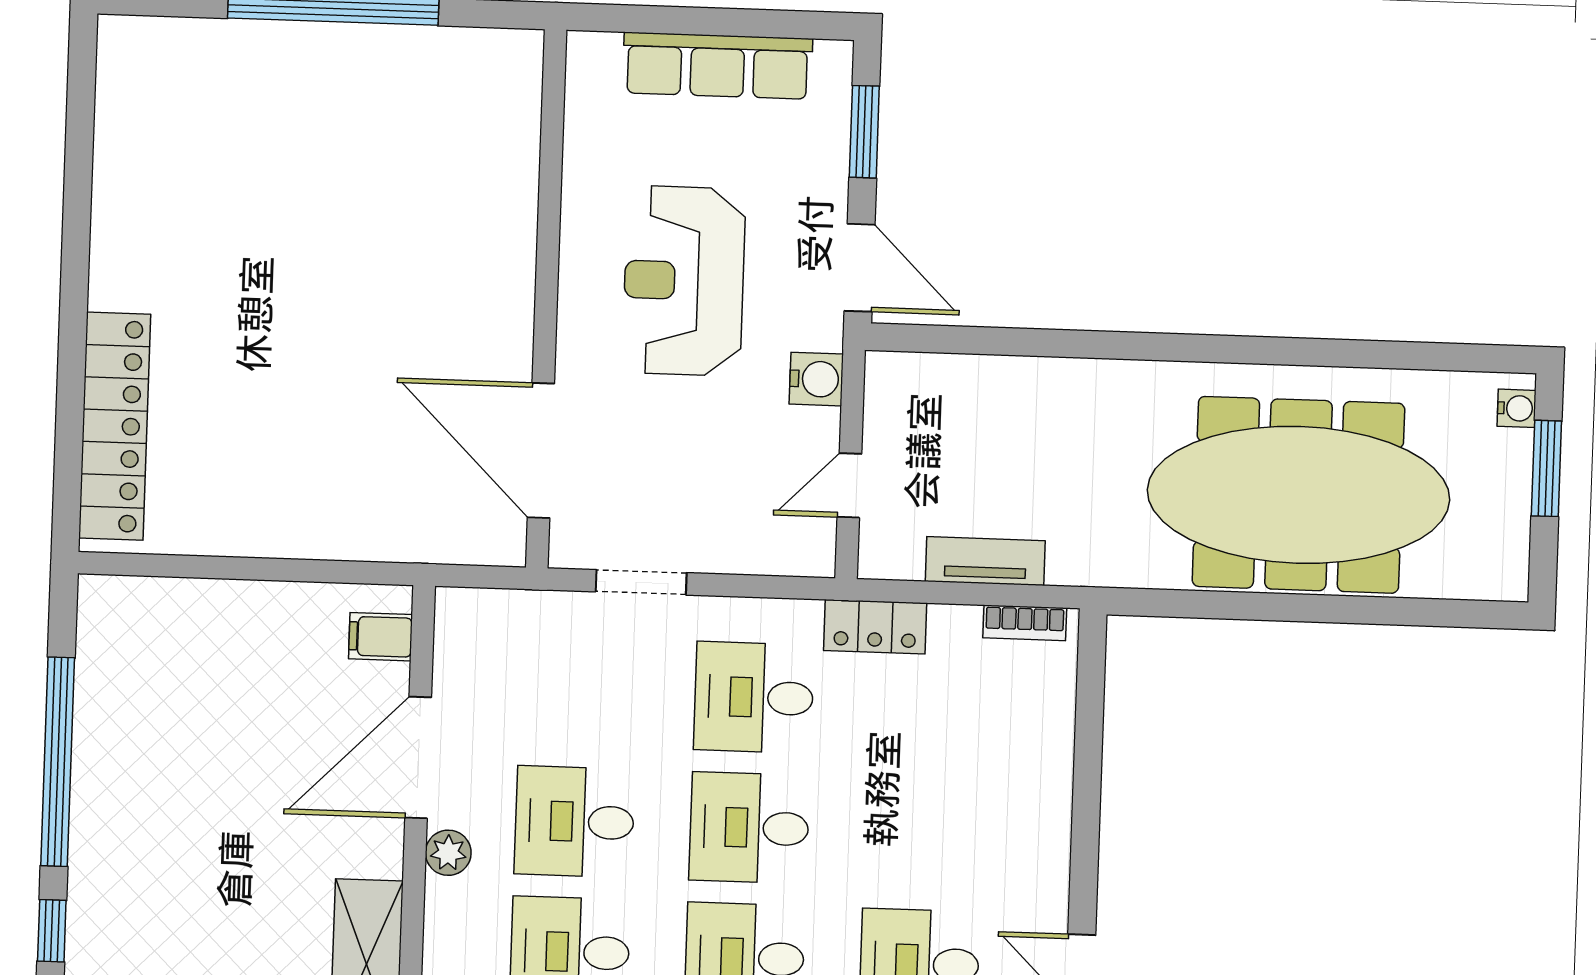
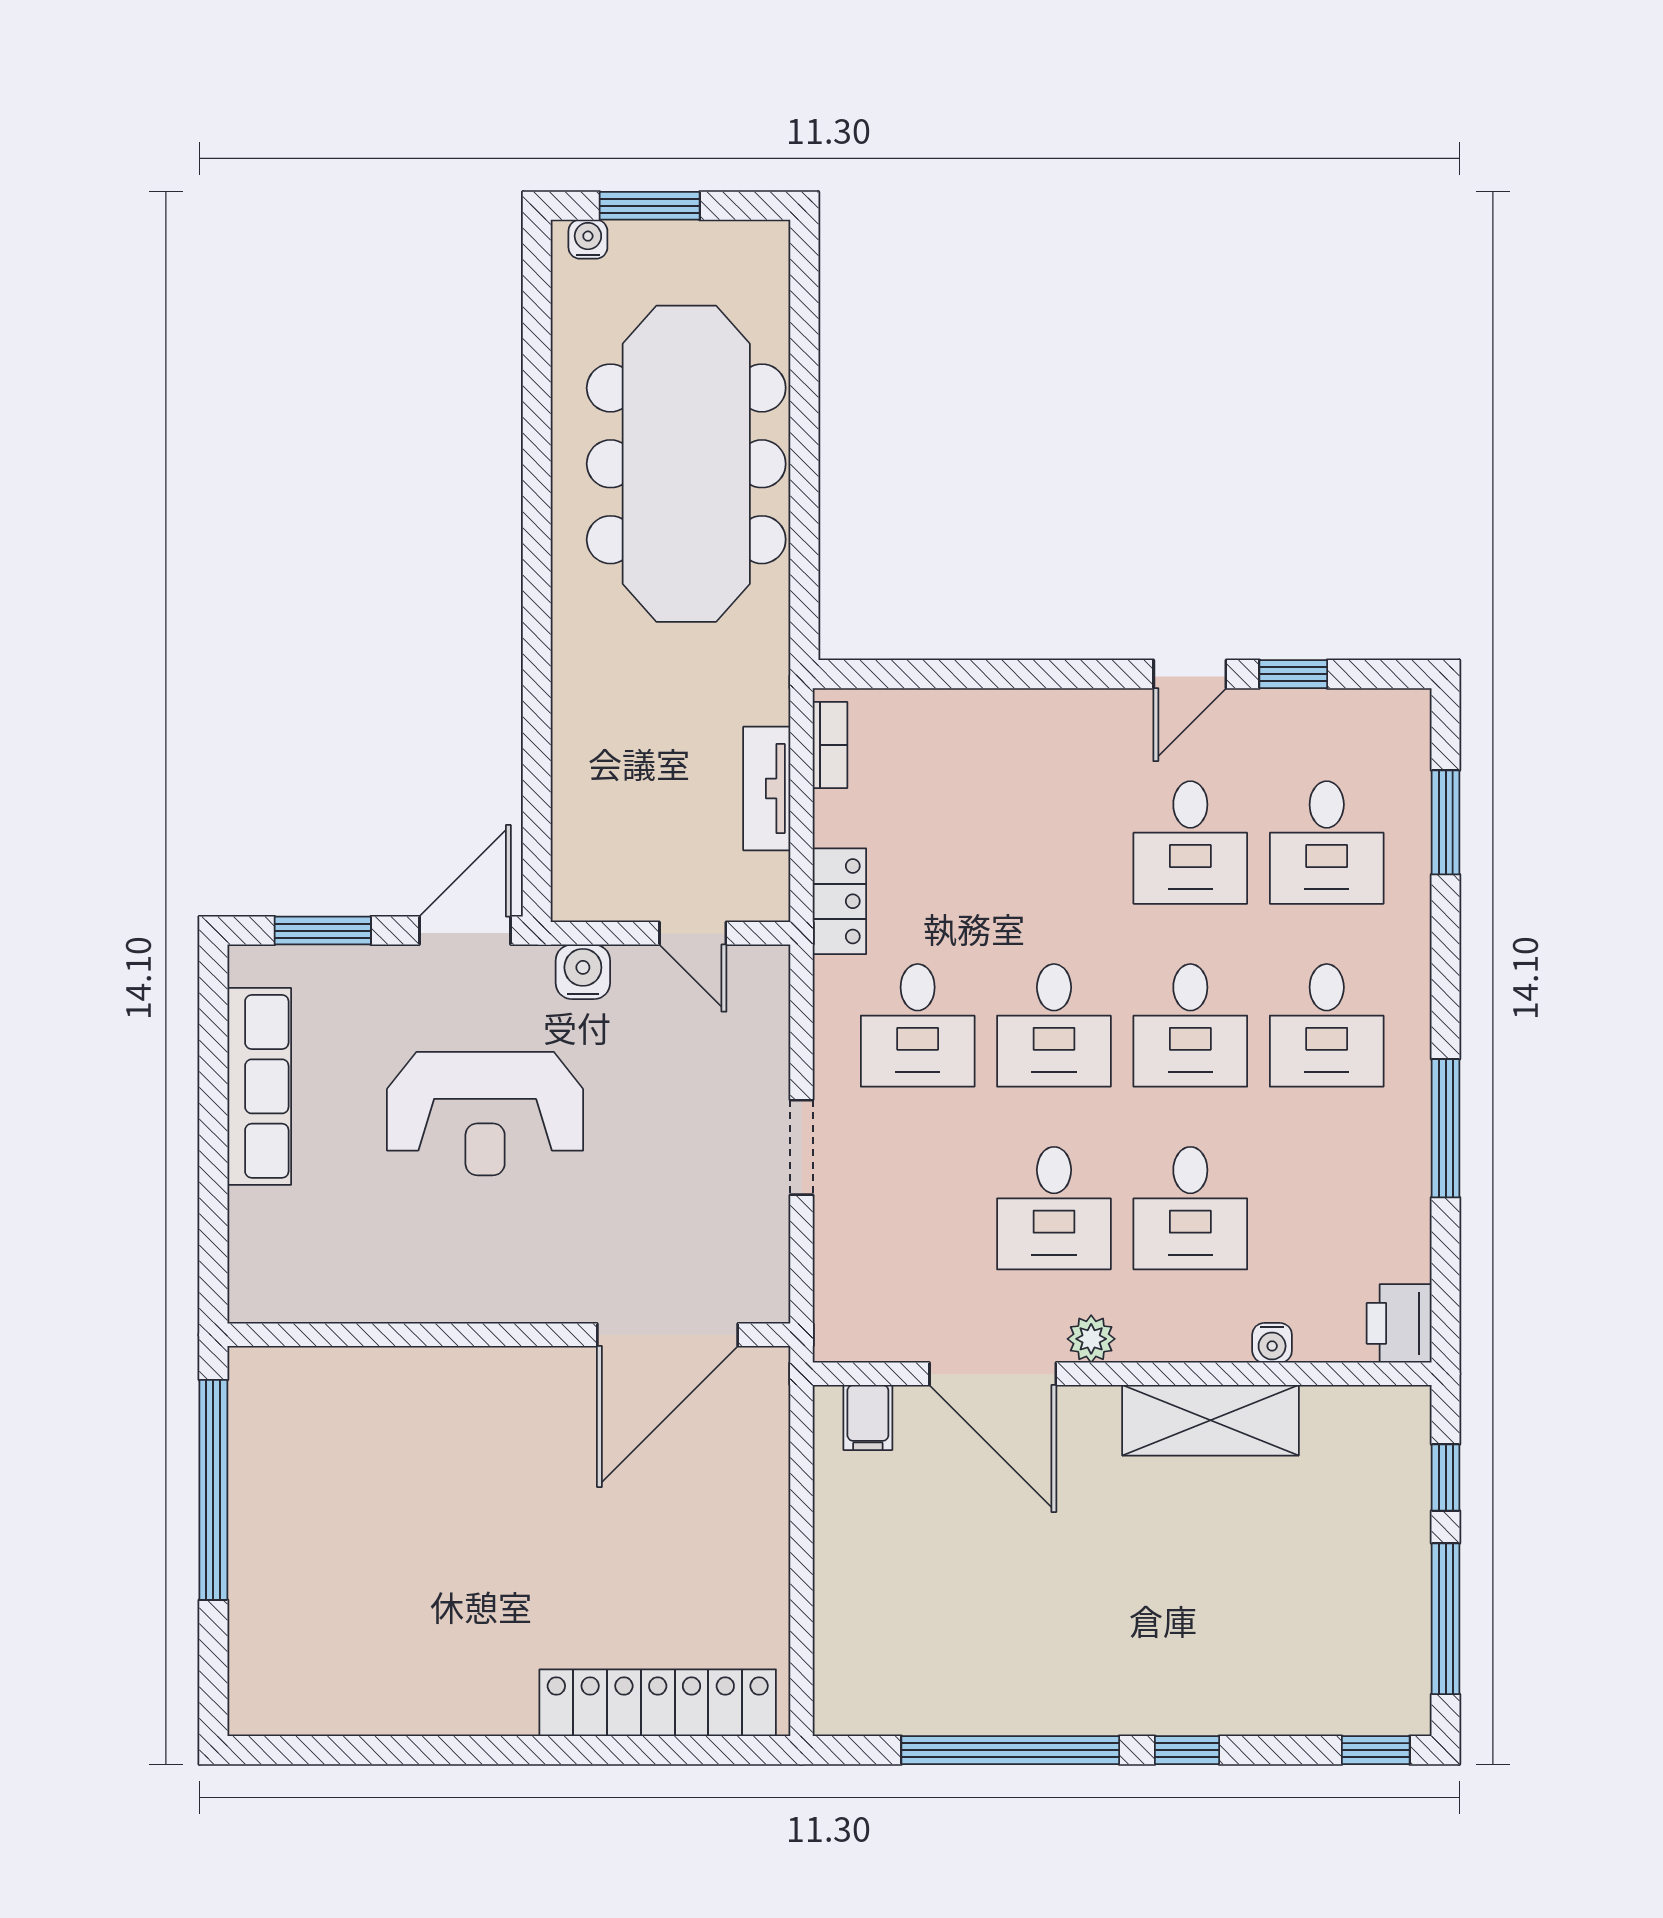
wall: (546, 299) -> (509, 1335), moved
door: (541, 450) -> (668, 1335), moved

